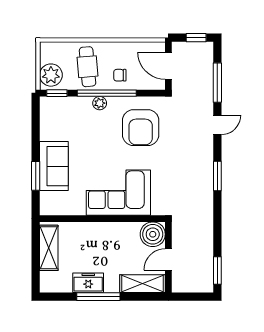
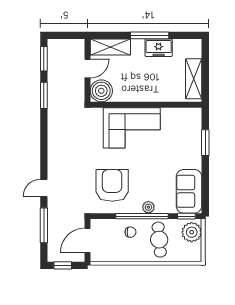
door: (168, 66) -> (87, 240), swing flipped
sofa: (54, 166) -> (189, 191), moved
window: (217, 176) -> (44, 95), moved

